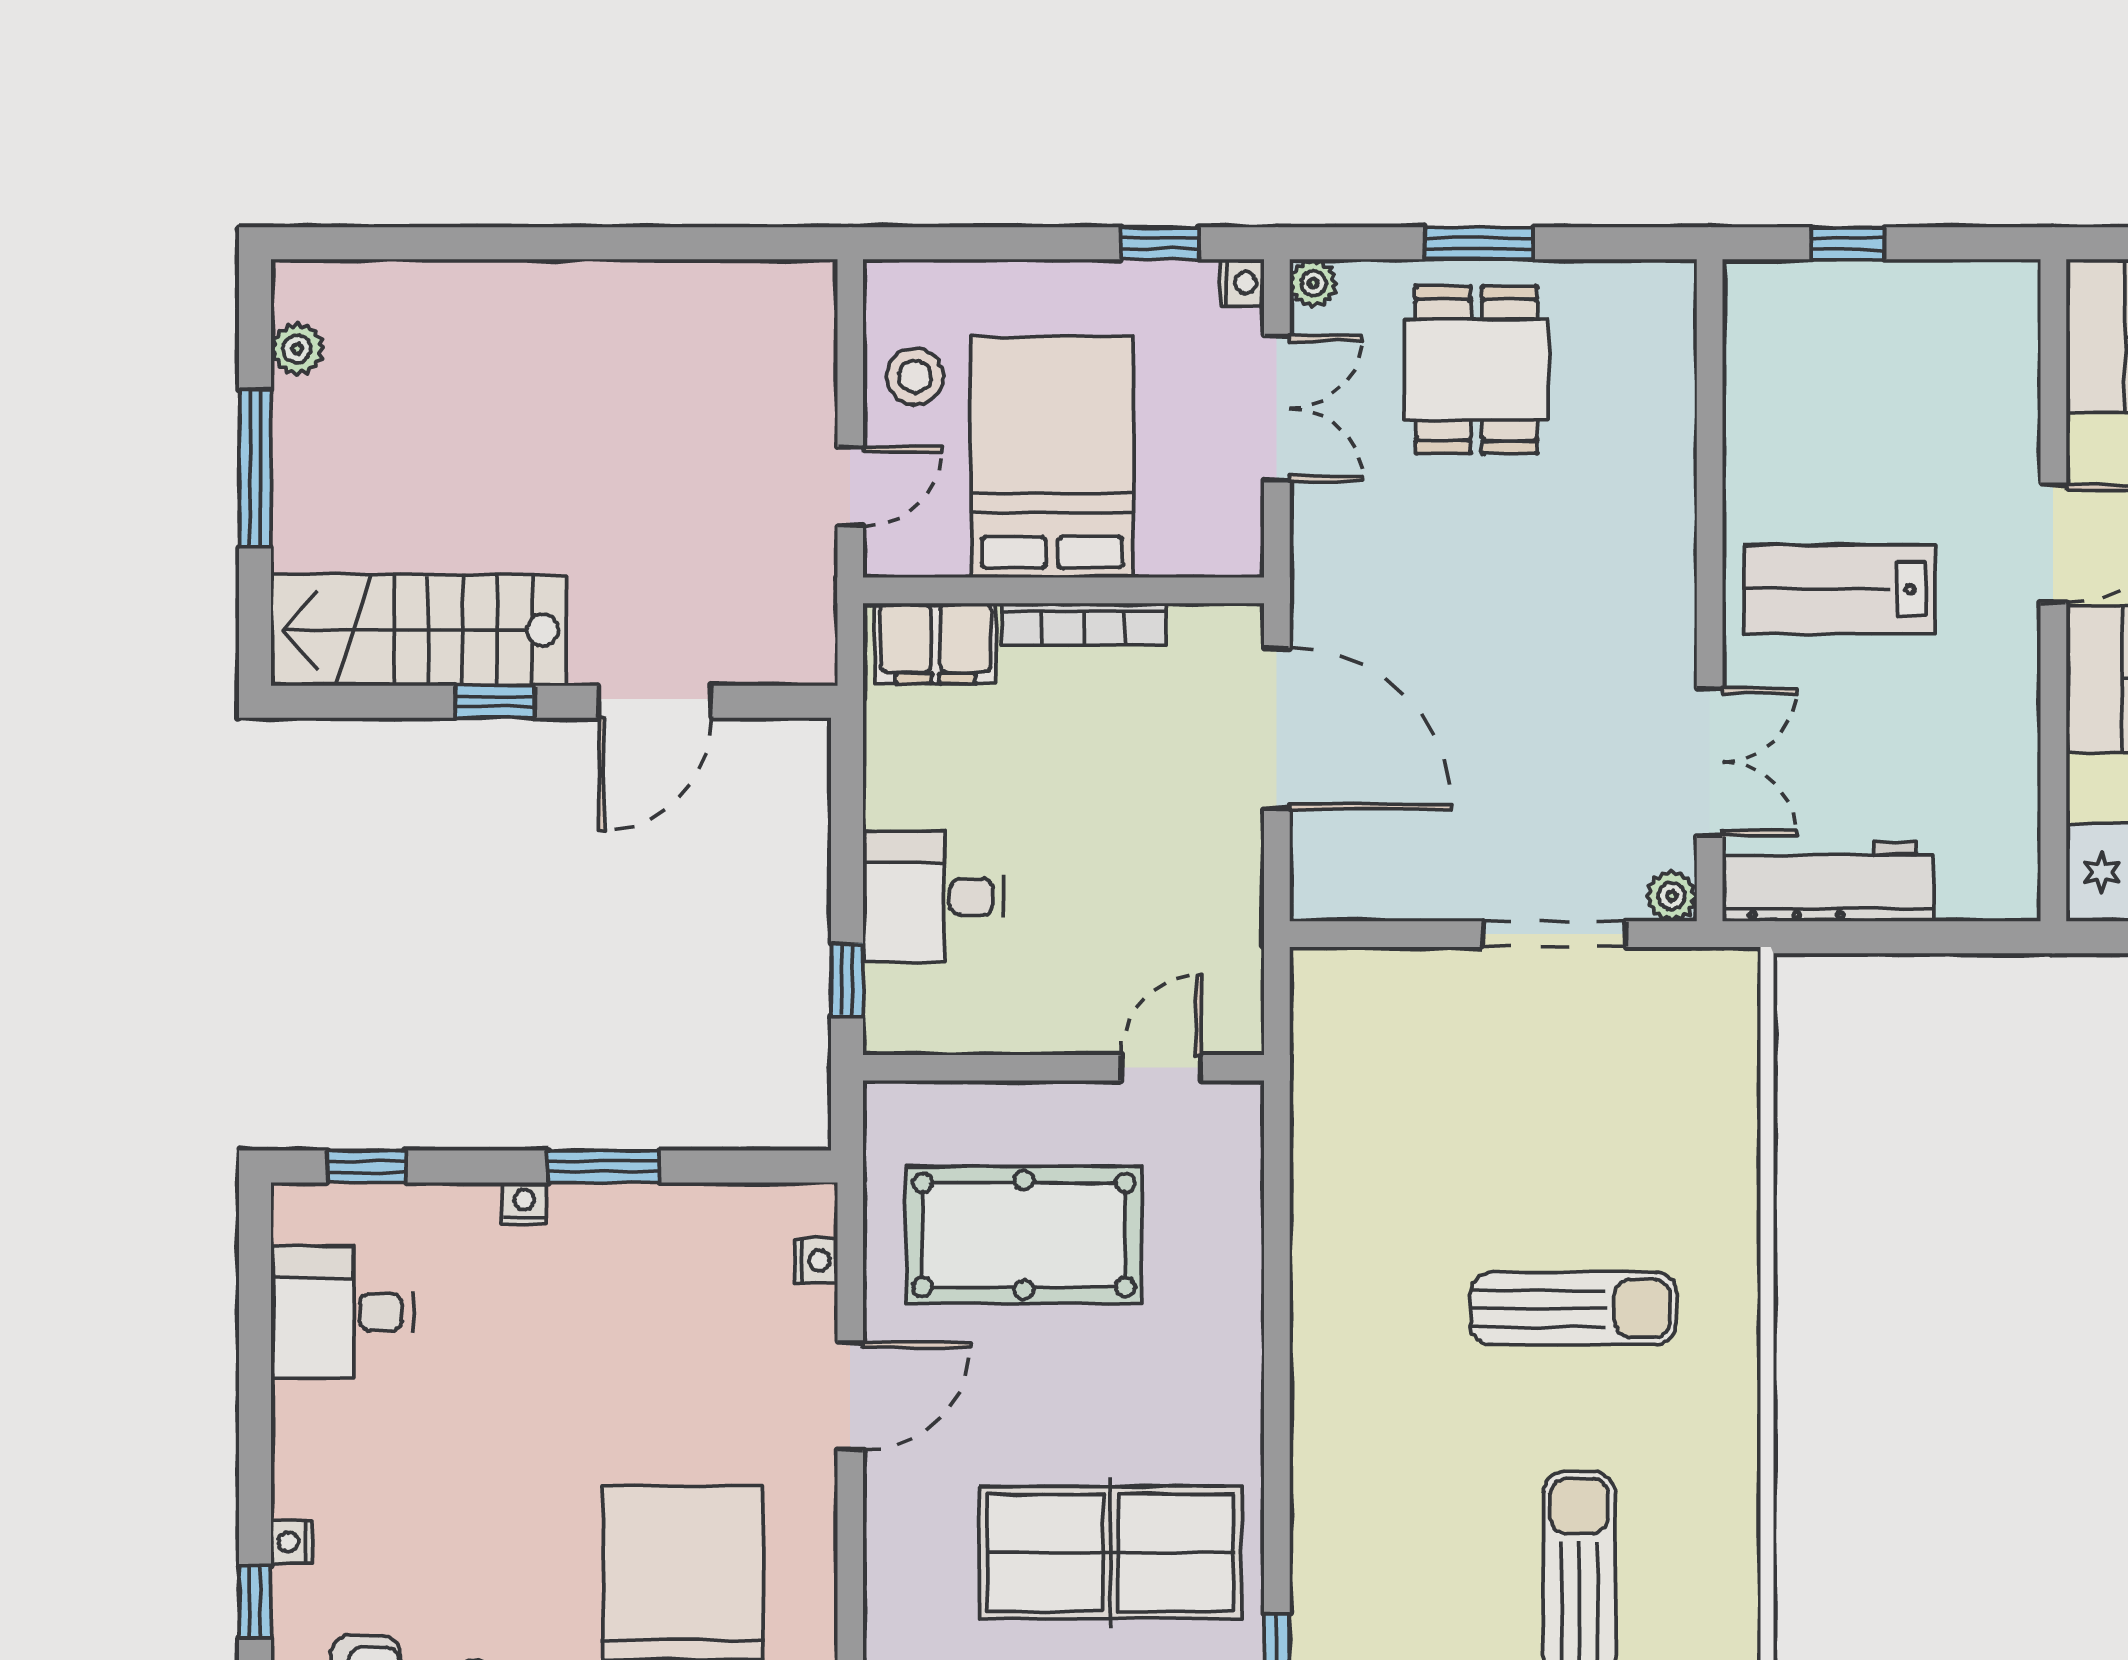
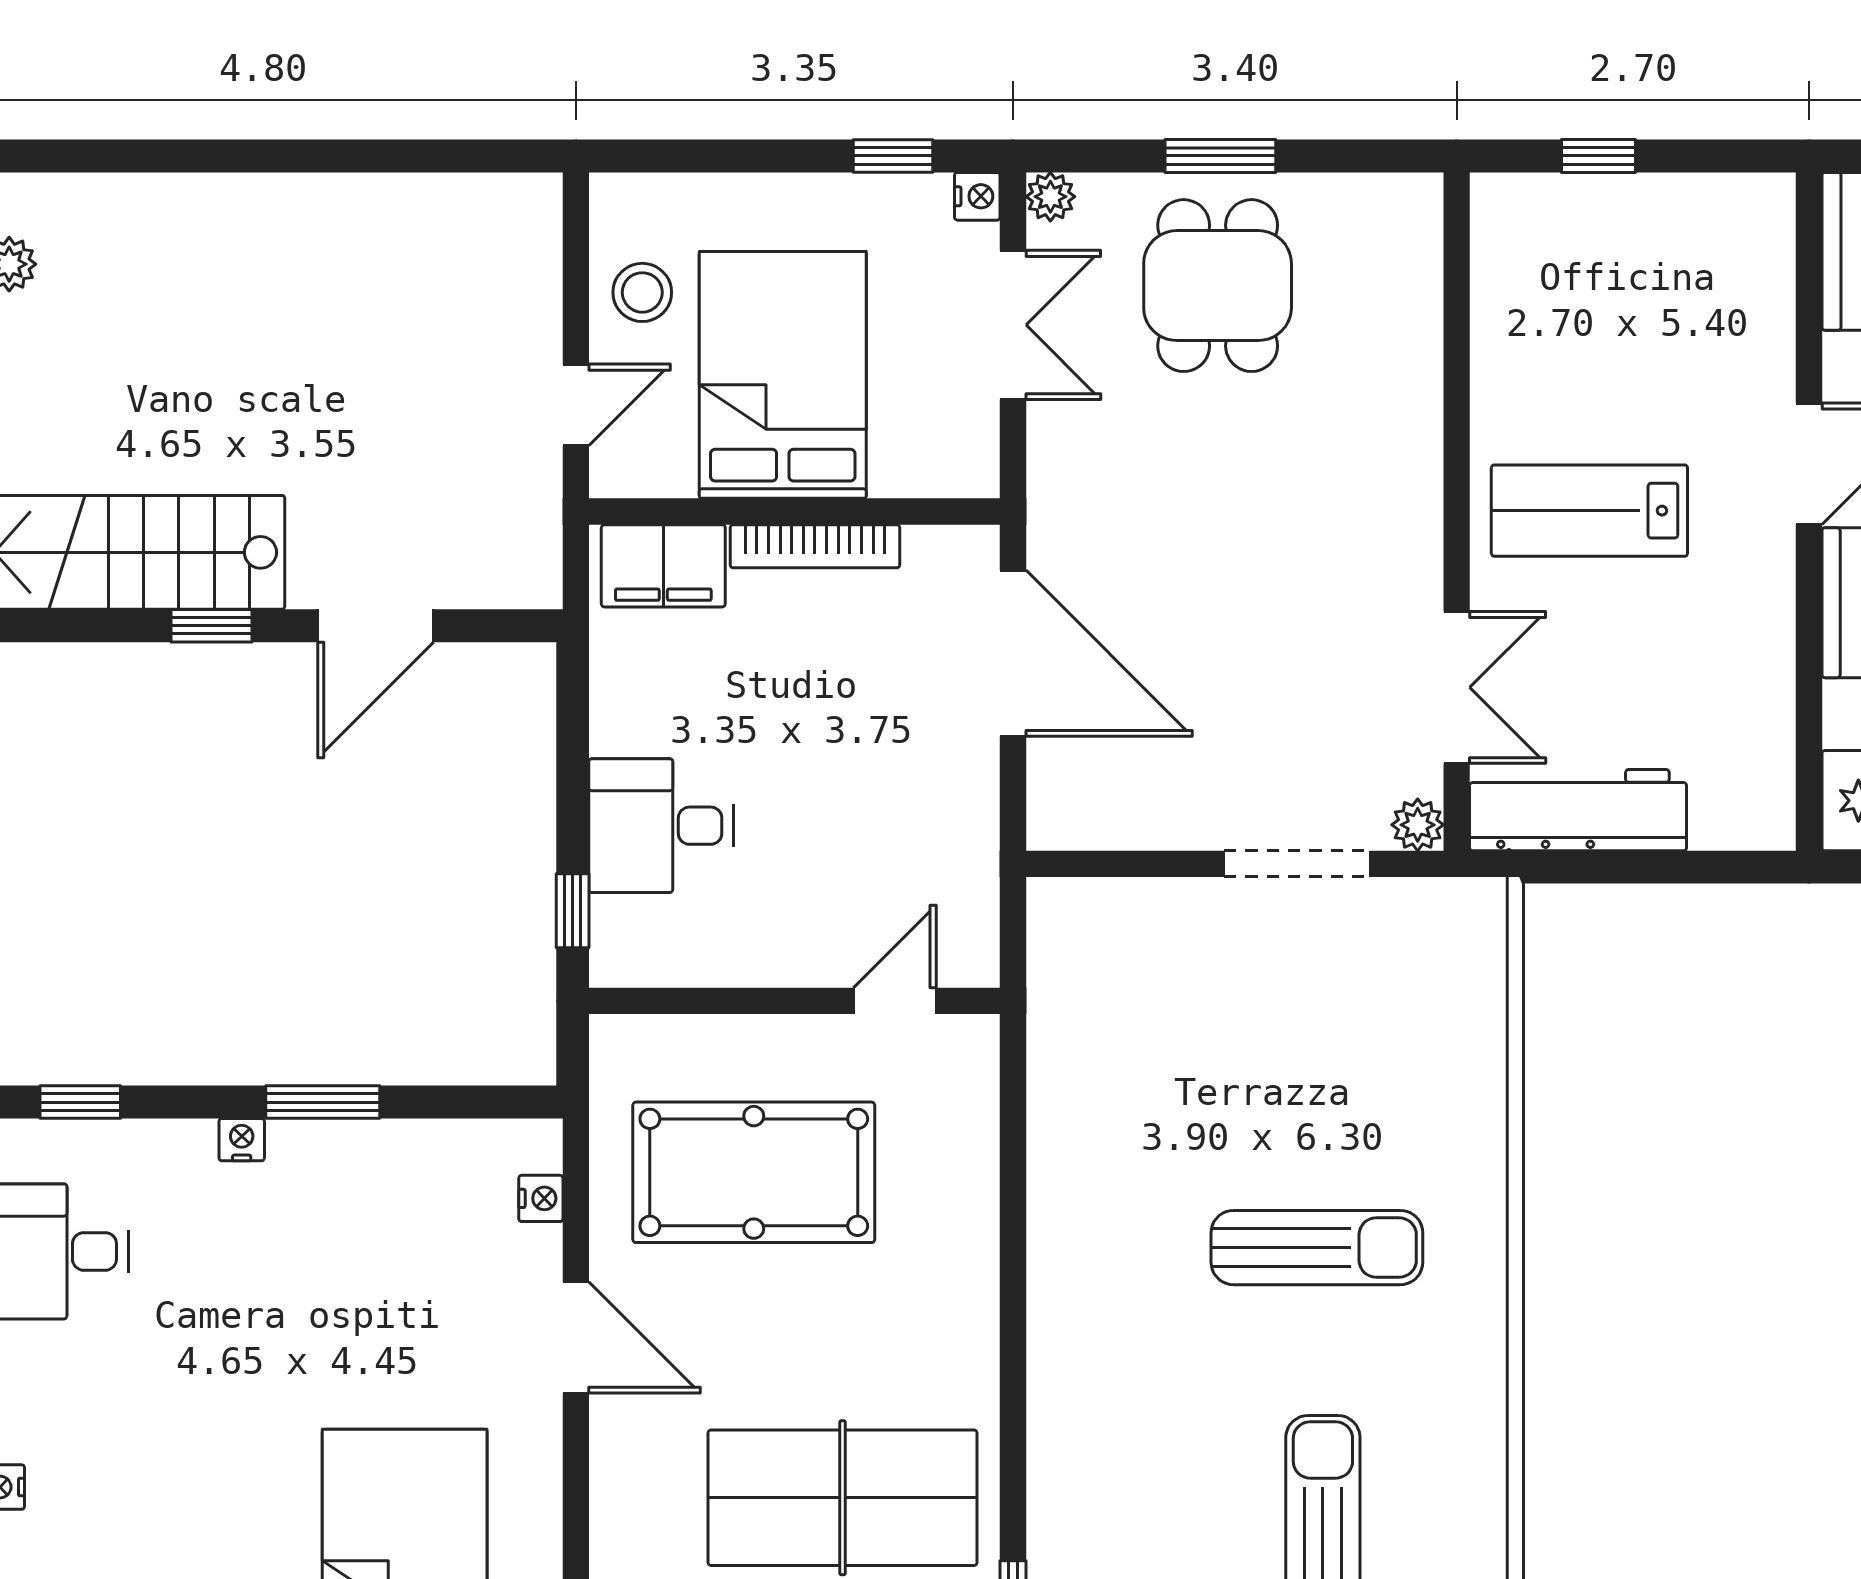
door: (850, 1396) -> (576, 1338), hinge flipped

